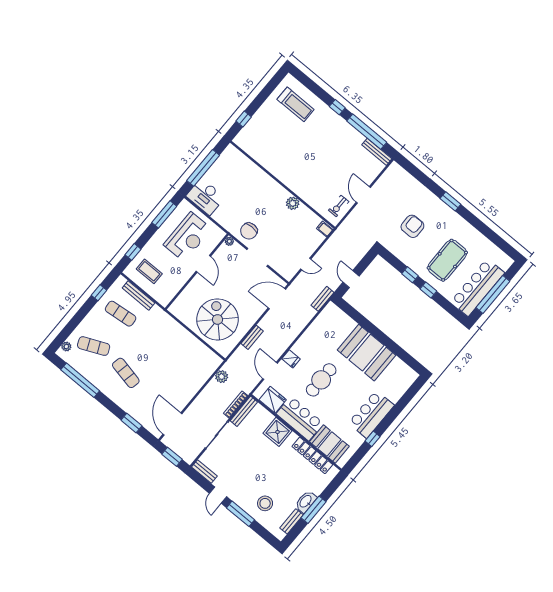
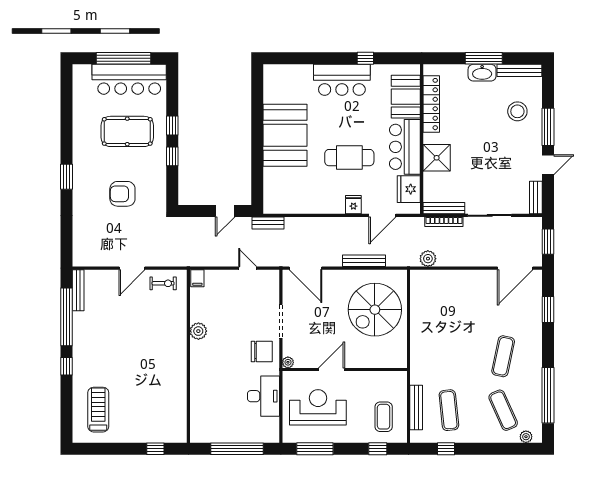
desk: (205, 197) -> (263, 396), moved
bench: (252, 337) -> (364, 261), width x1.36
bench: (291, 521) -> (519, 70), width x1.36

